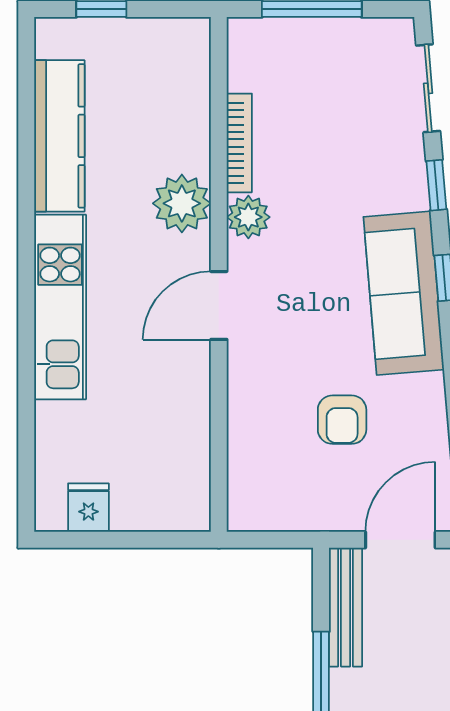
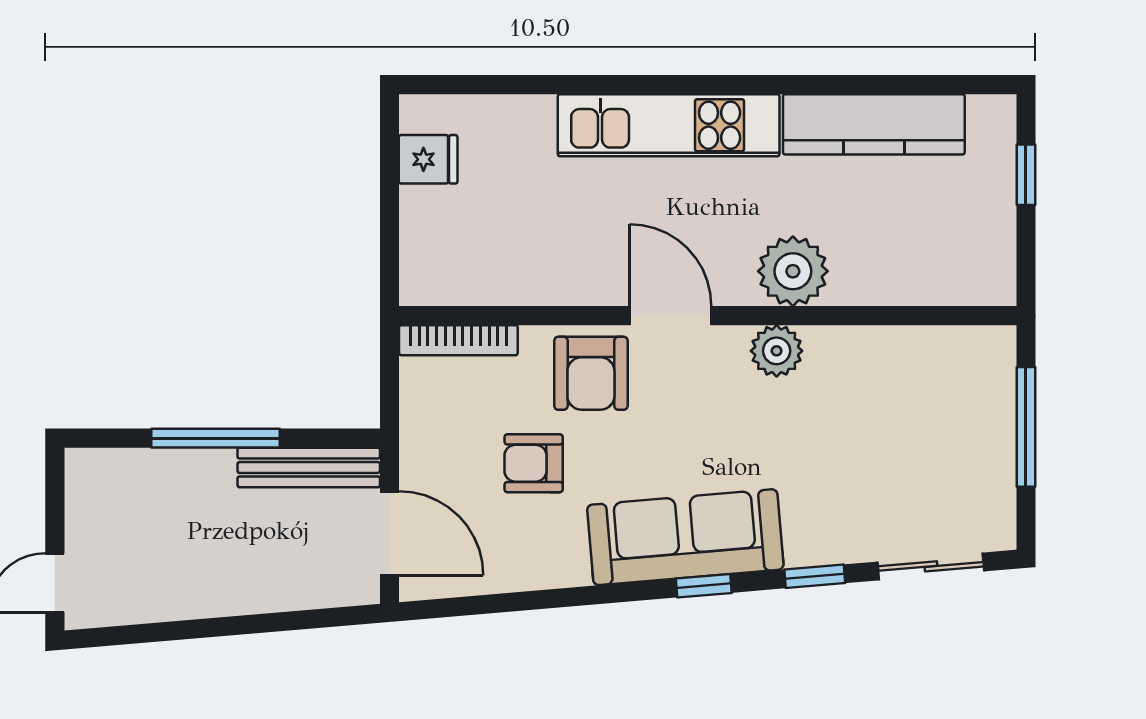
bookcase: (239, 143) -> (458, 340), moved
armchair: (267, 372) -> (591, 373), added

